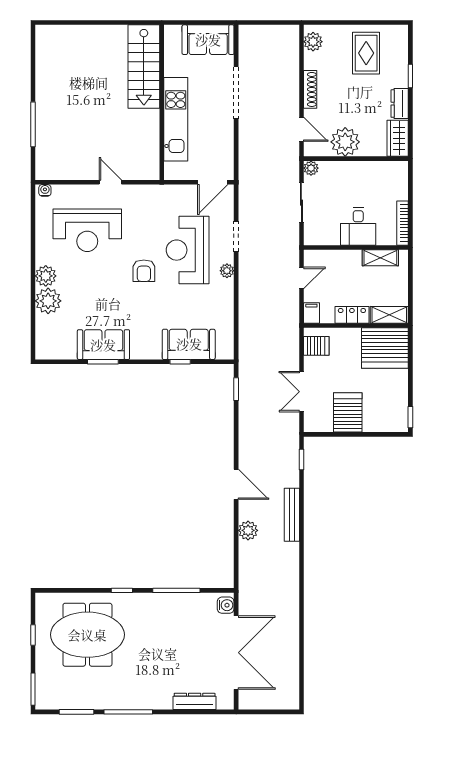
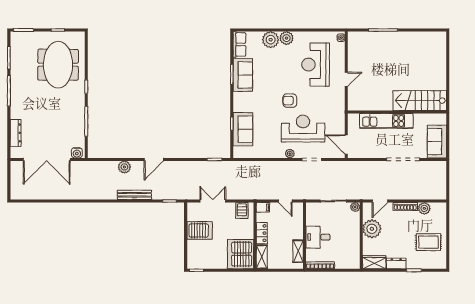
plant: (313, 42) -> (424, 208), moved
row of seats: (56, 350) -> (239, 44), added

